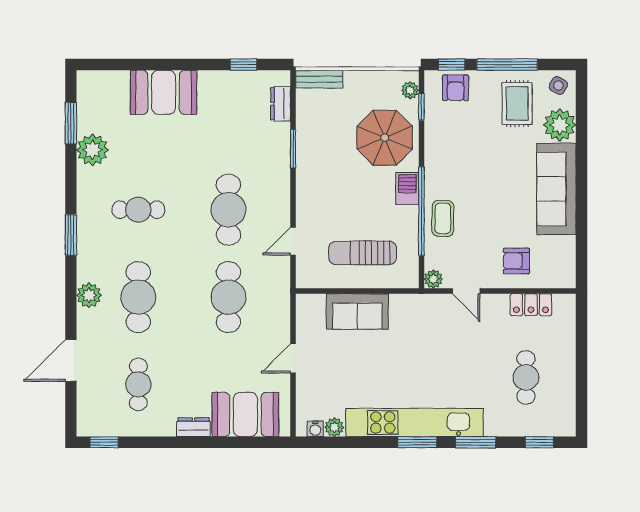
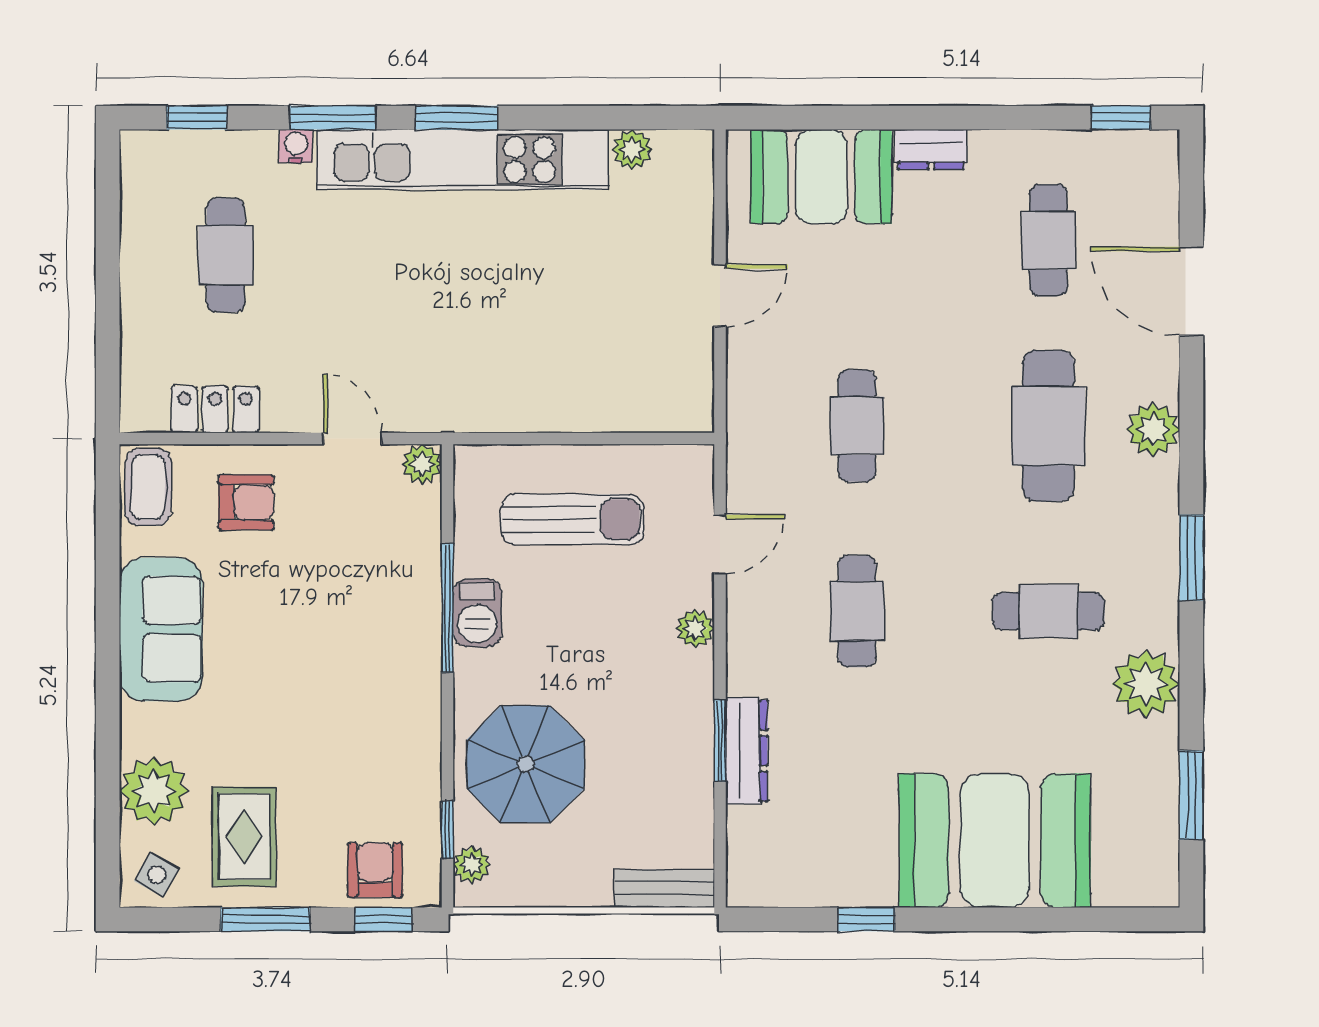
window: (243, 65) -> (866, 919), moved
window: (507, 65) -> (265, 919), width x0.69
booth: (164, 92) -> (995, 841), width x1.36, depth x1.42
dresser: (281, 104) -> (747, 751), moved, width x1.44
plant: (92, 150) -> (1146, 684), moved
barbecue: (407, 188) -> (477, 613), moved
sofa: (556, 189) -> (161, 629), width x0.73
plant: (305, 202) -> (695, 628), added
cafe table: (228, 210) -> (857, 611), width x0.73, depth x0.74
window: (421, 211) -> (447, 608), width x0.68
coffee table: (443, 218) -> (148, 487), moved
cafe table: (228, 297) -> (857, 426), width x0.73, depth x0.74
sofa: (357, 312) -> (584, 395), removed
door: (71, 360) -> (1191, 291), swing flipped
water cooler: (315, 429) -> (296, 146), moved

